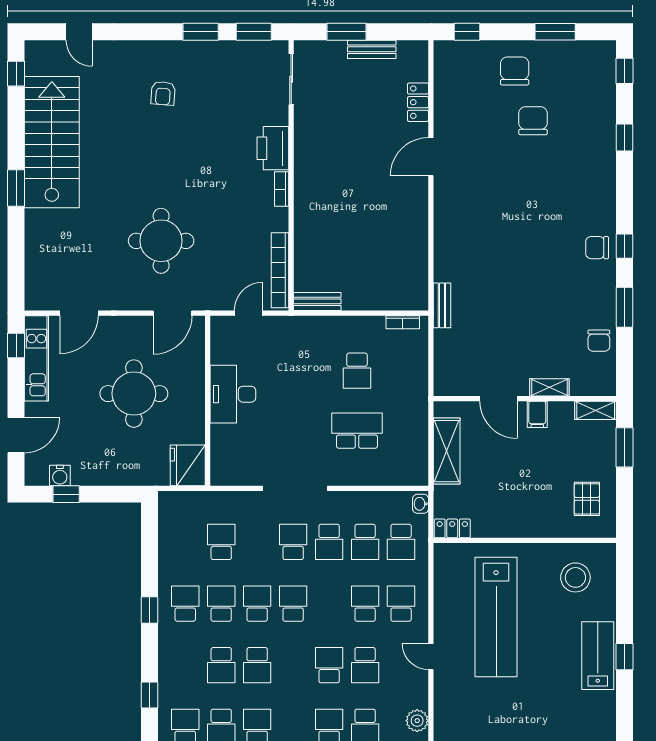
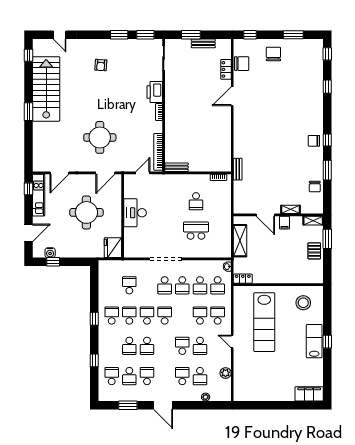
chair: (533, 121) -> (242, 64), moved, turned 90
pallet: (587, 499) -> (314, 251), moved
school desk: (293, 542) -> (165, 285), turned 180

